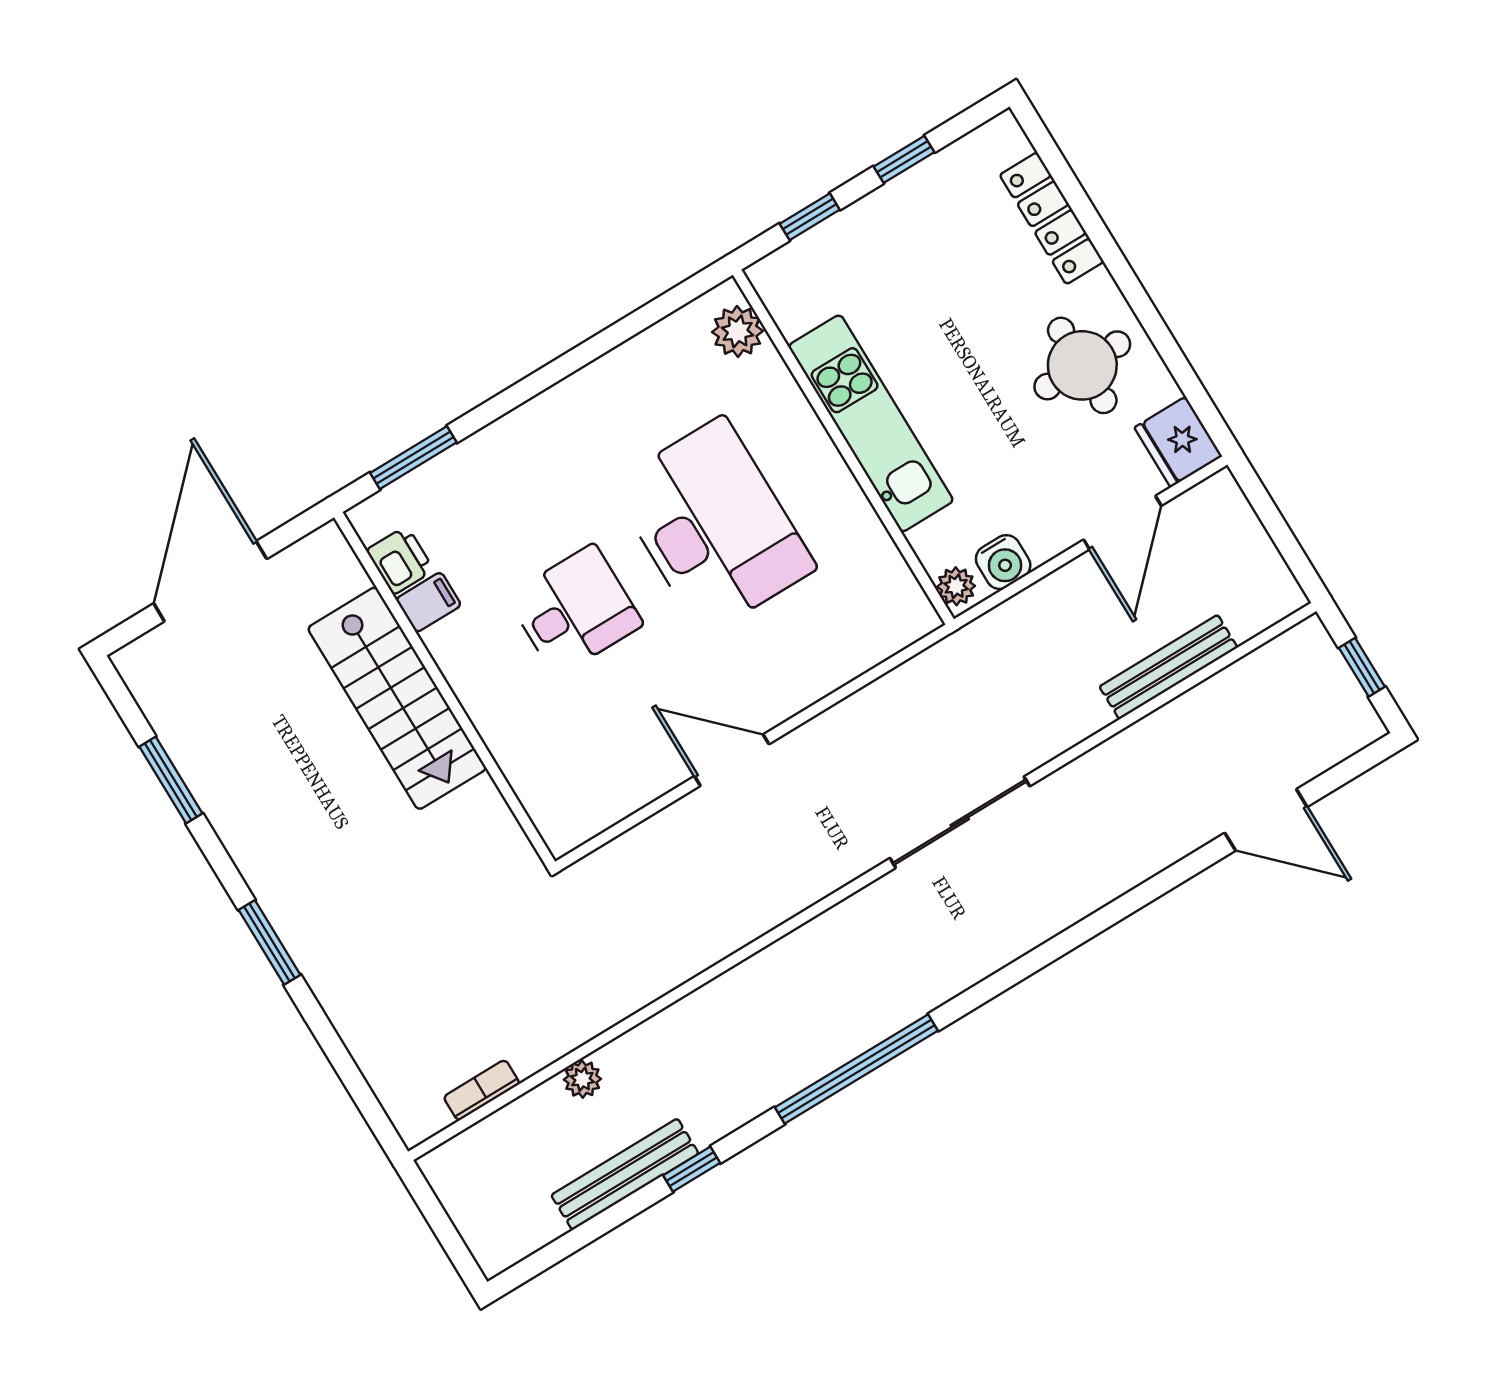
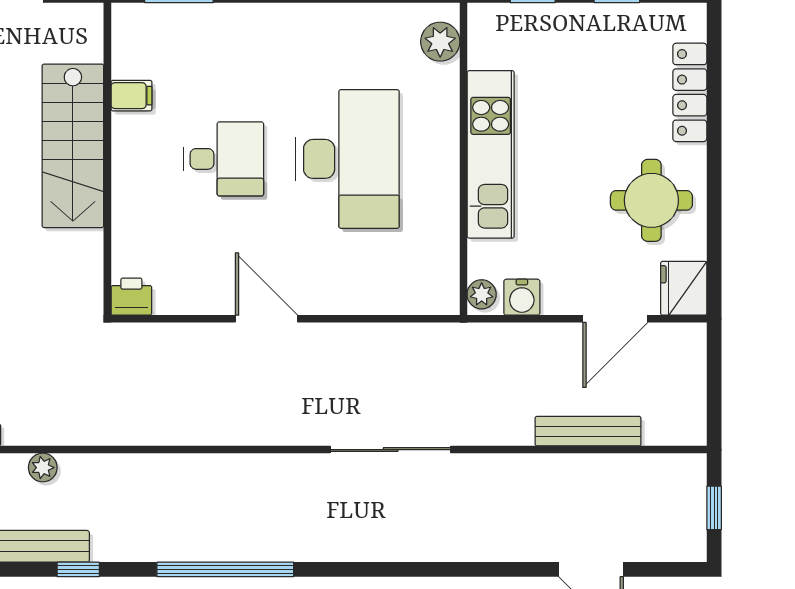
printer: (400, 560) -> (131, 297), moved, turned -90

